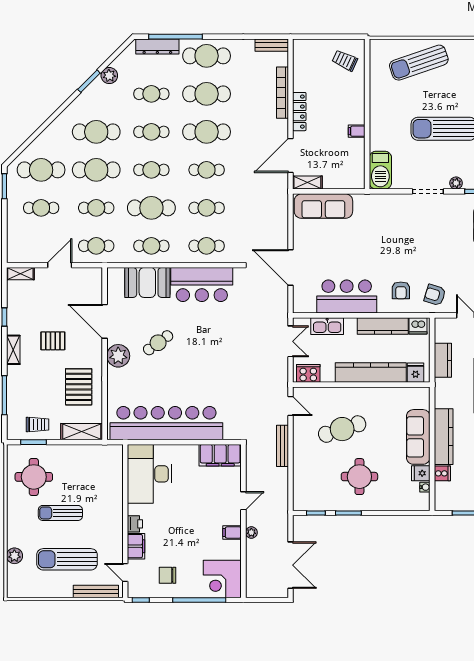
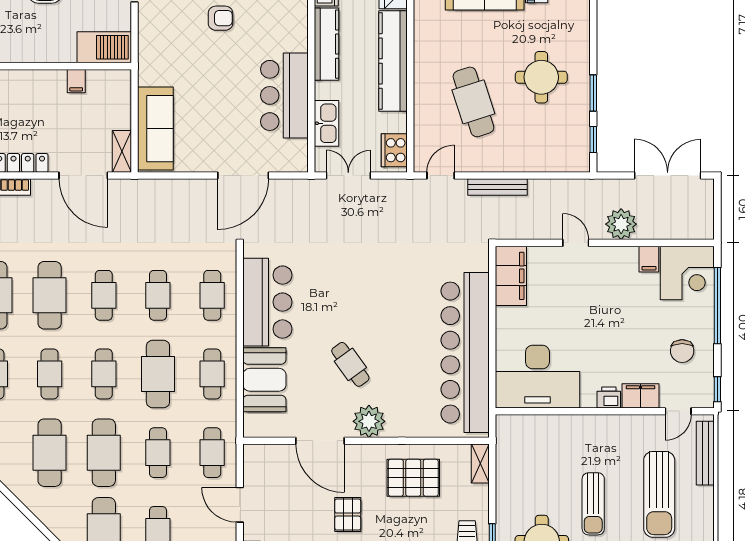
filing cabinet: (357, 131) -> (76, 81), moved
armchair: (401, 290) -> (220, 18), moved
door: (105, 321) -> (320, 441), hinge flipped
shelving: (82, 432) -> (480, 464), width x0.67, depth x0.75
filing cabinet: (232, 533) -> (649, 259), moved
plant: (251, 533) -> (621, 224), width x1.88, depth x1.88

